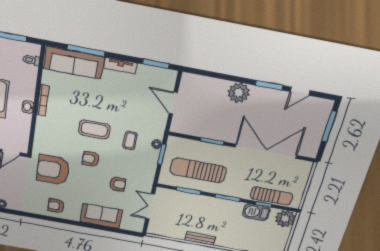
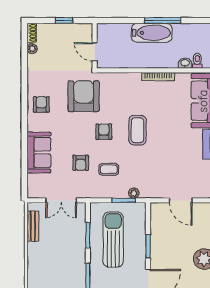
door: (173, 103) -> (181, 200), swing flipped
washbasin: (28, 107) -> (185, 63), moved
coffee table: (130, 141) -> (109, 169), moved
double door: (150, 206) -> (61, 200), swing flipped
bench: (200, 238) -> (33, 226), moved

